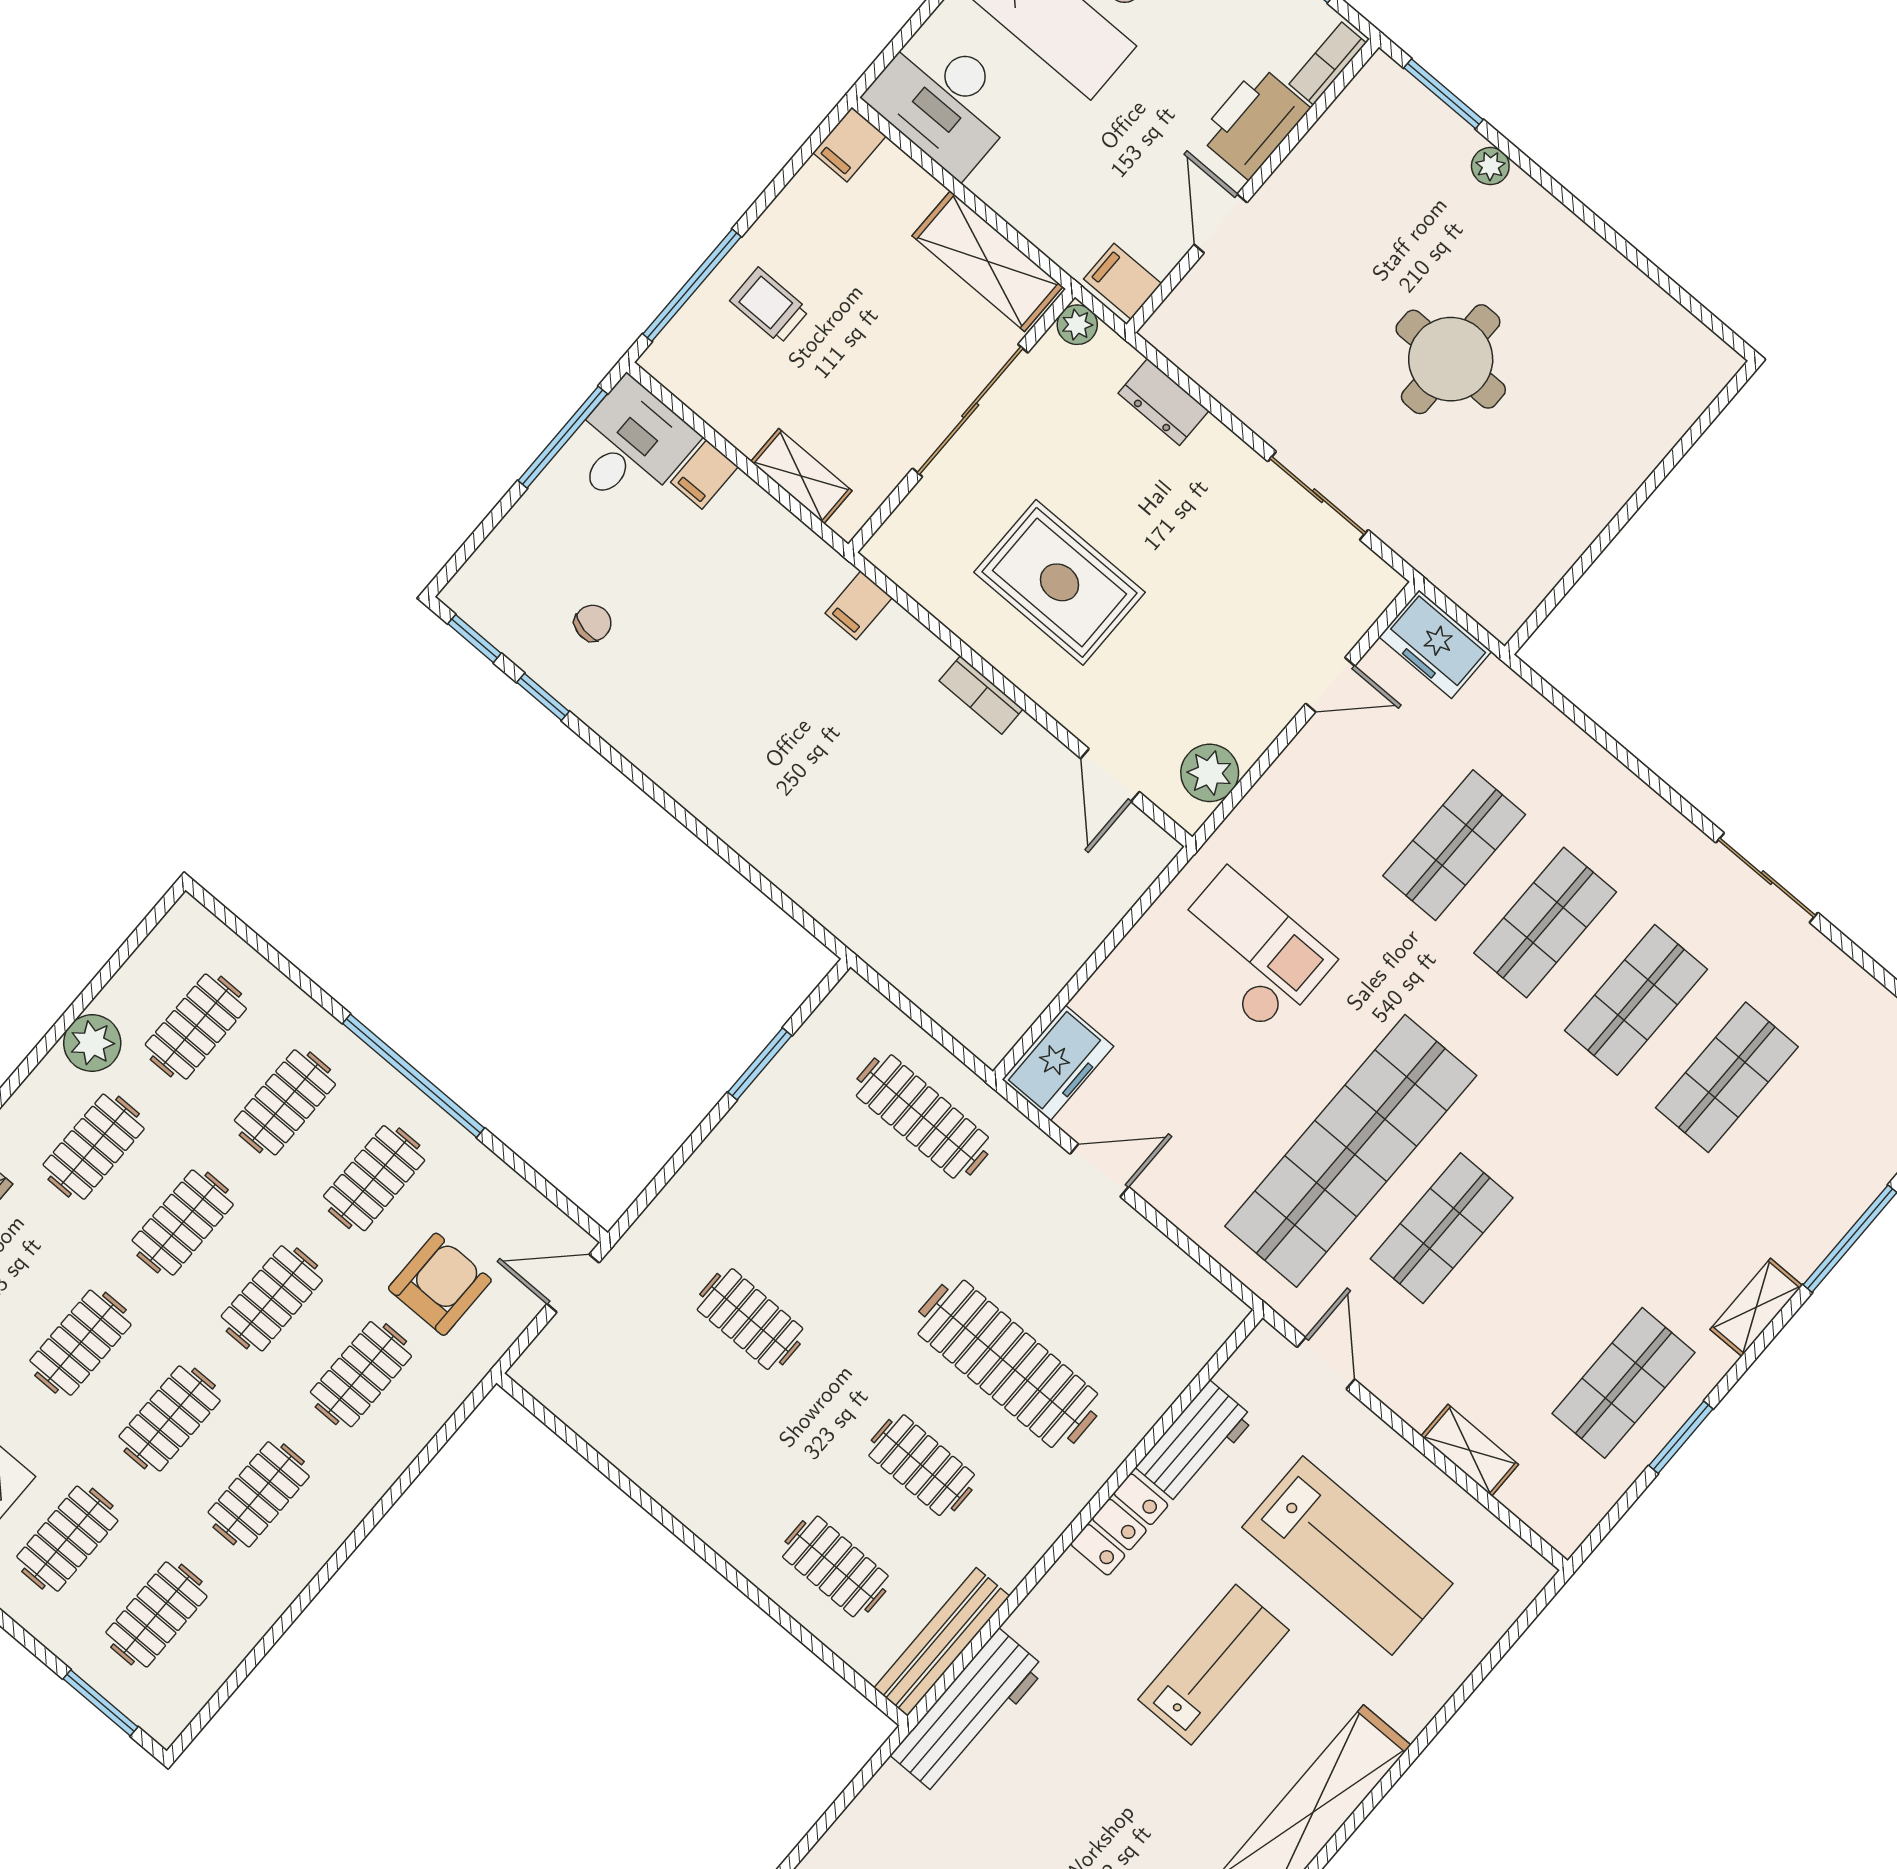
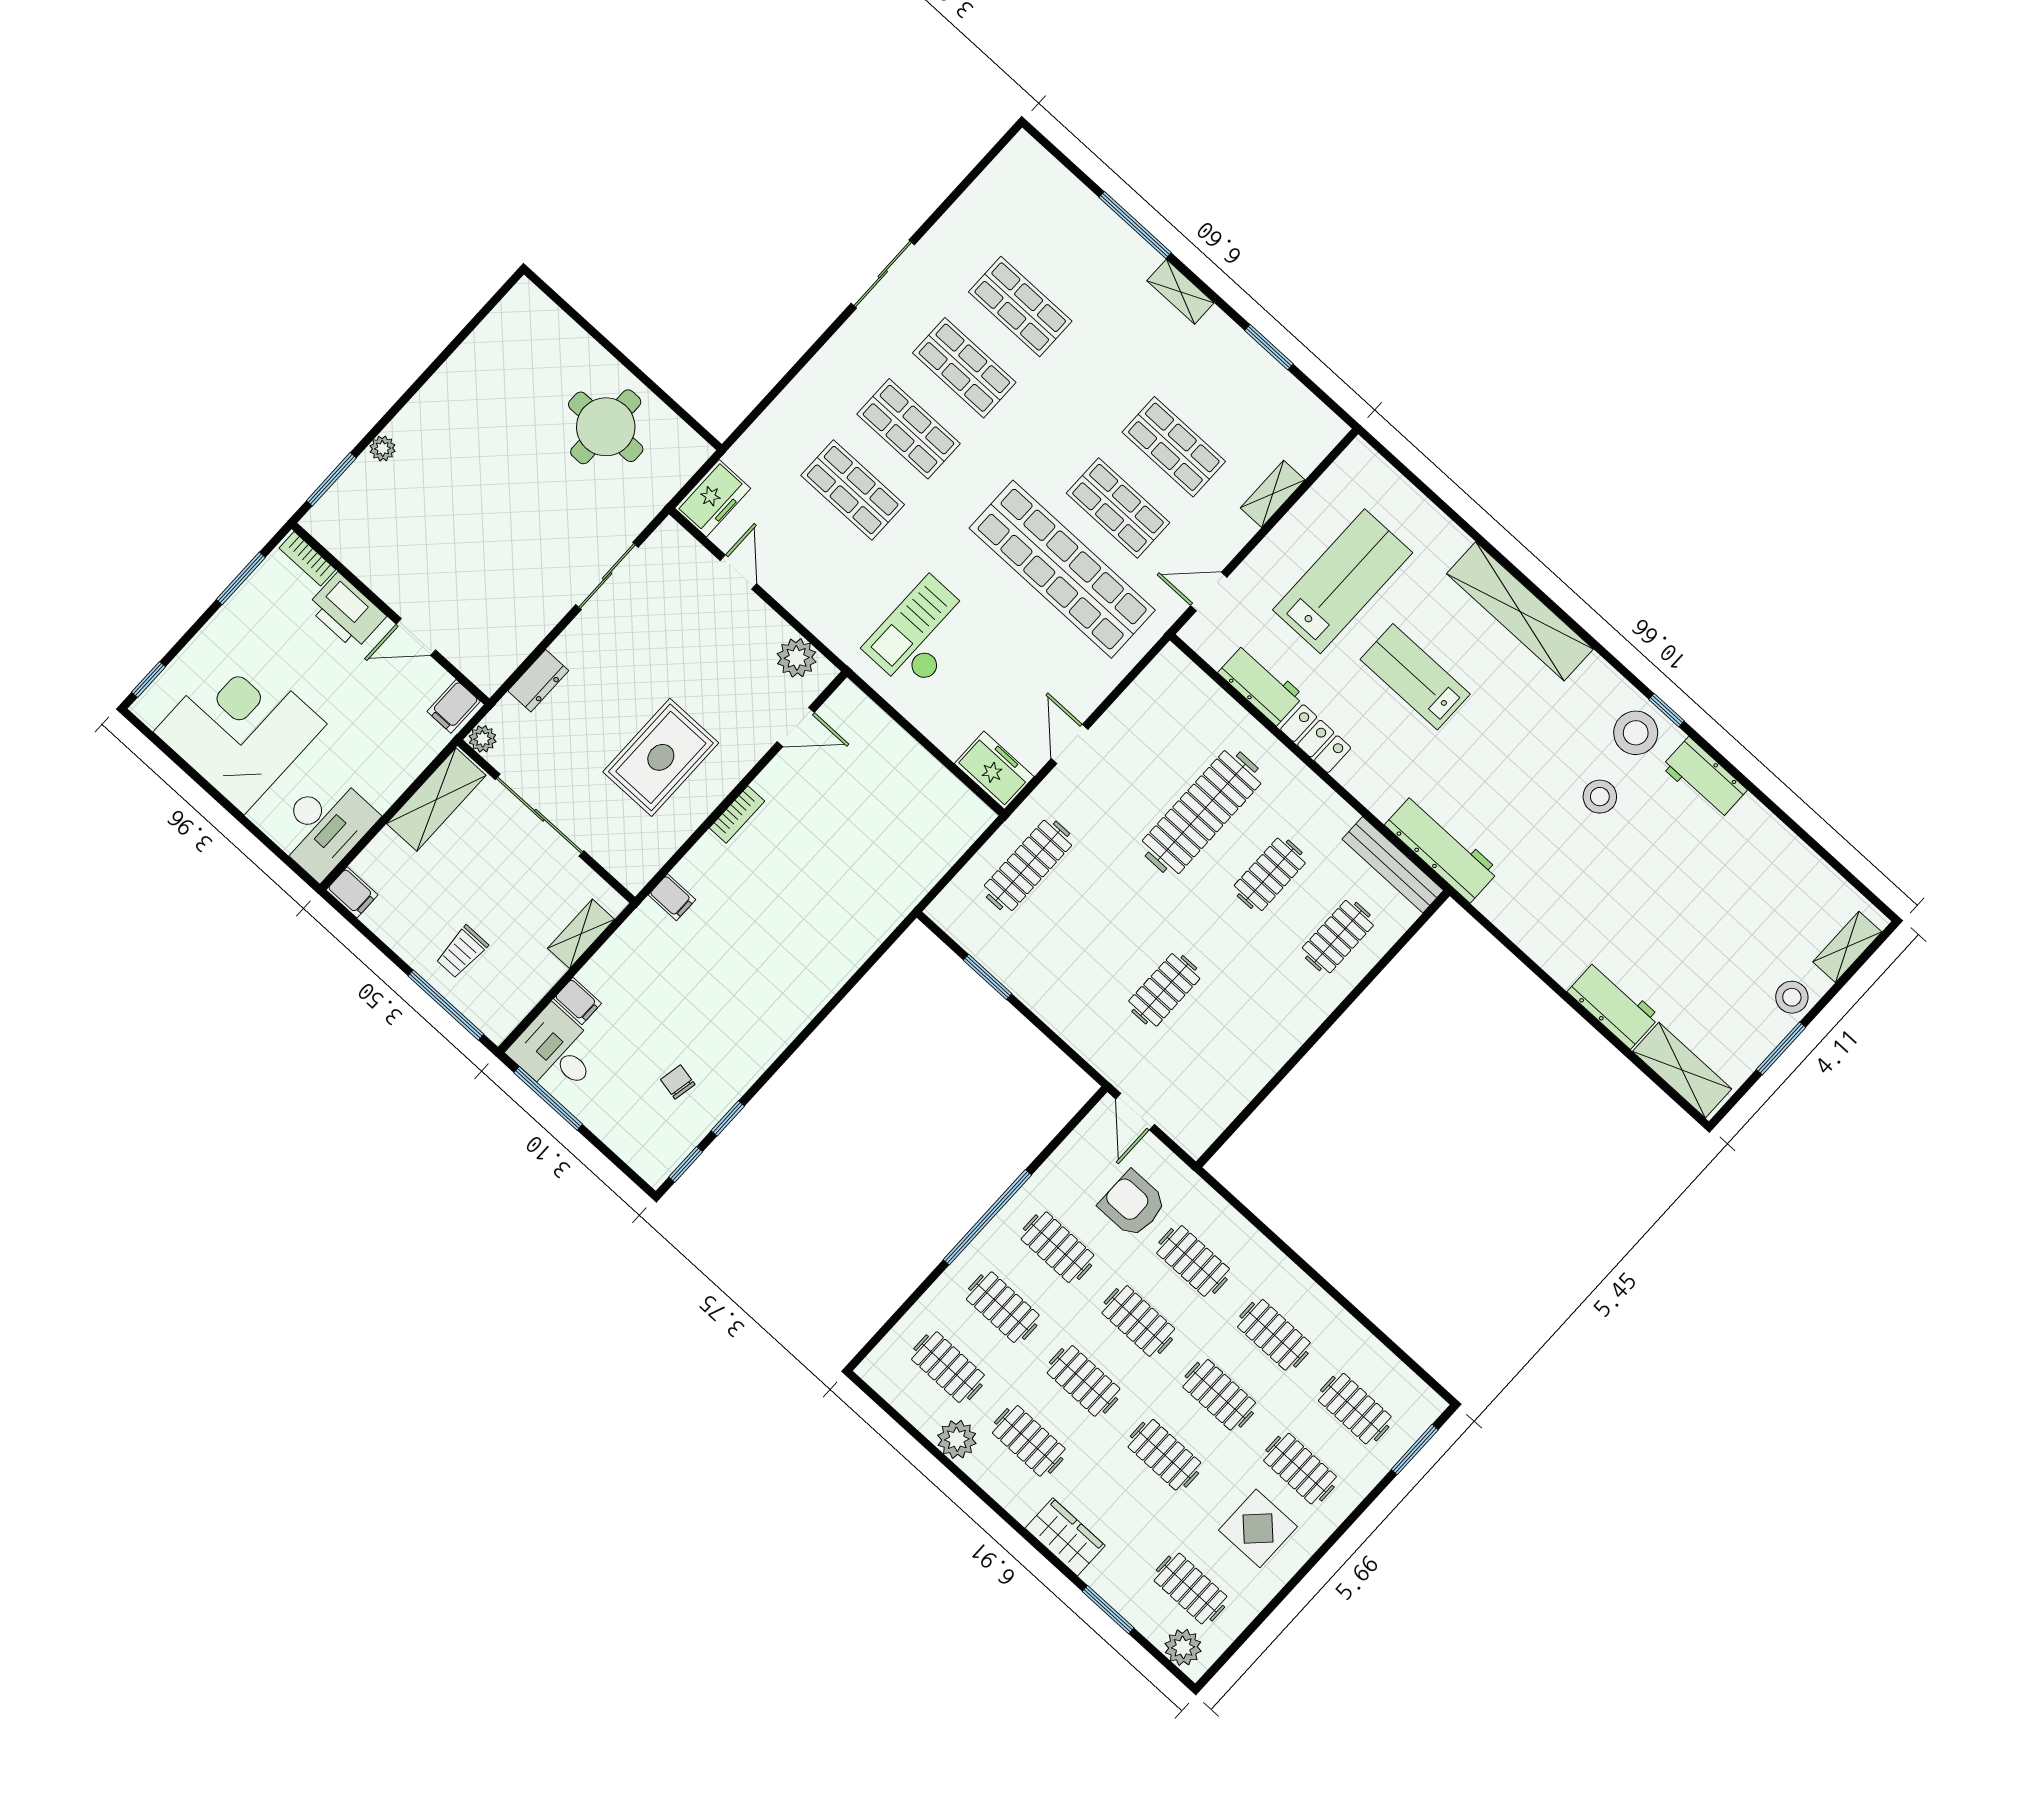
round table: (1451, 359) -> (606, 427), moved
shop shelf: (1624, 1383) -> (1174, 447), moved

